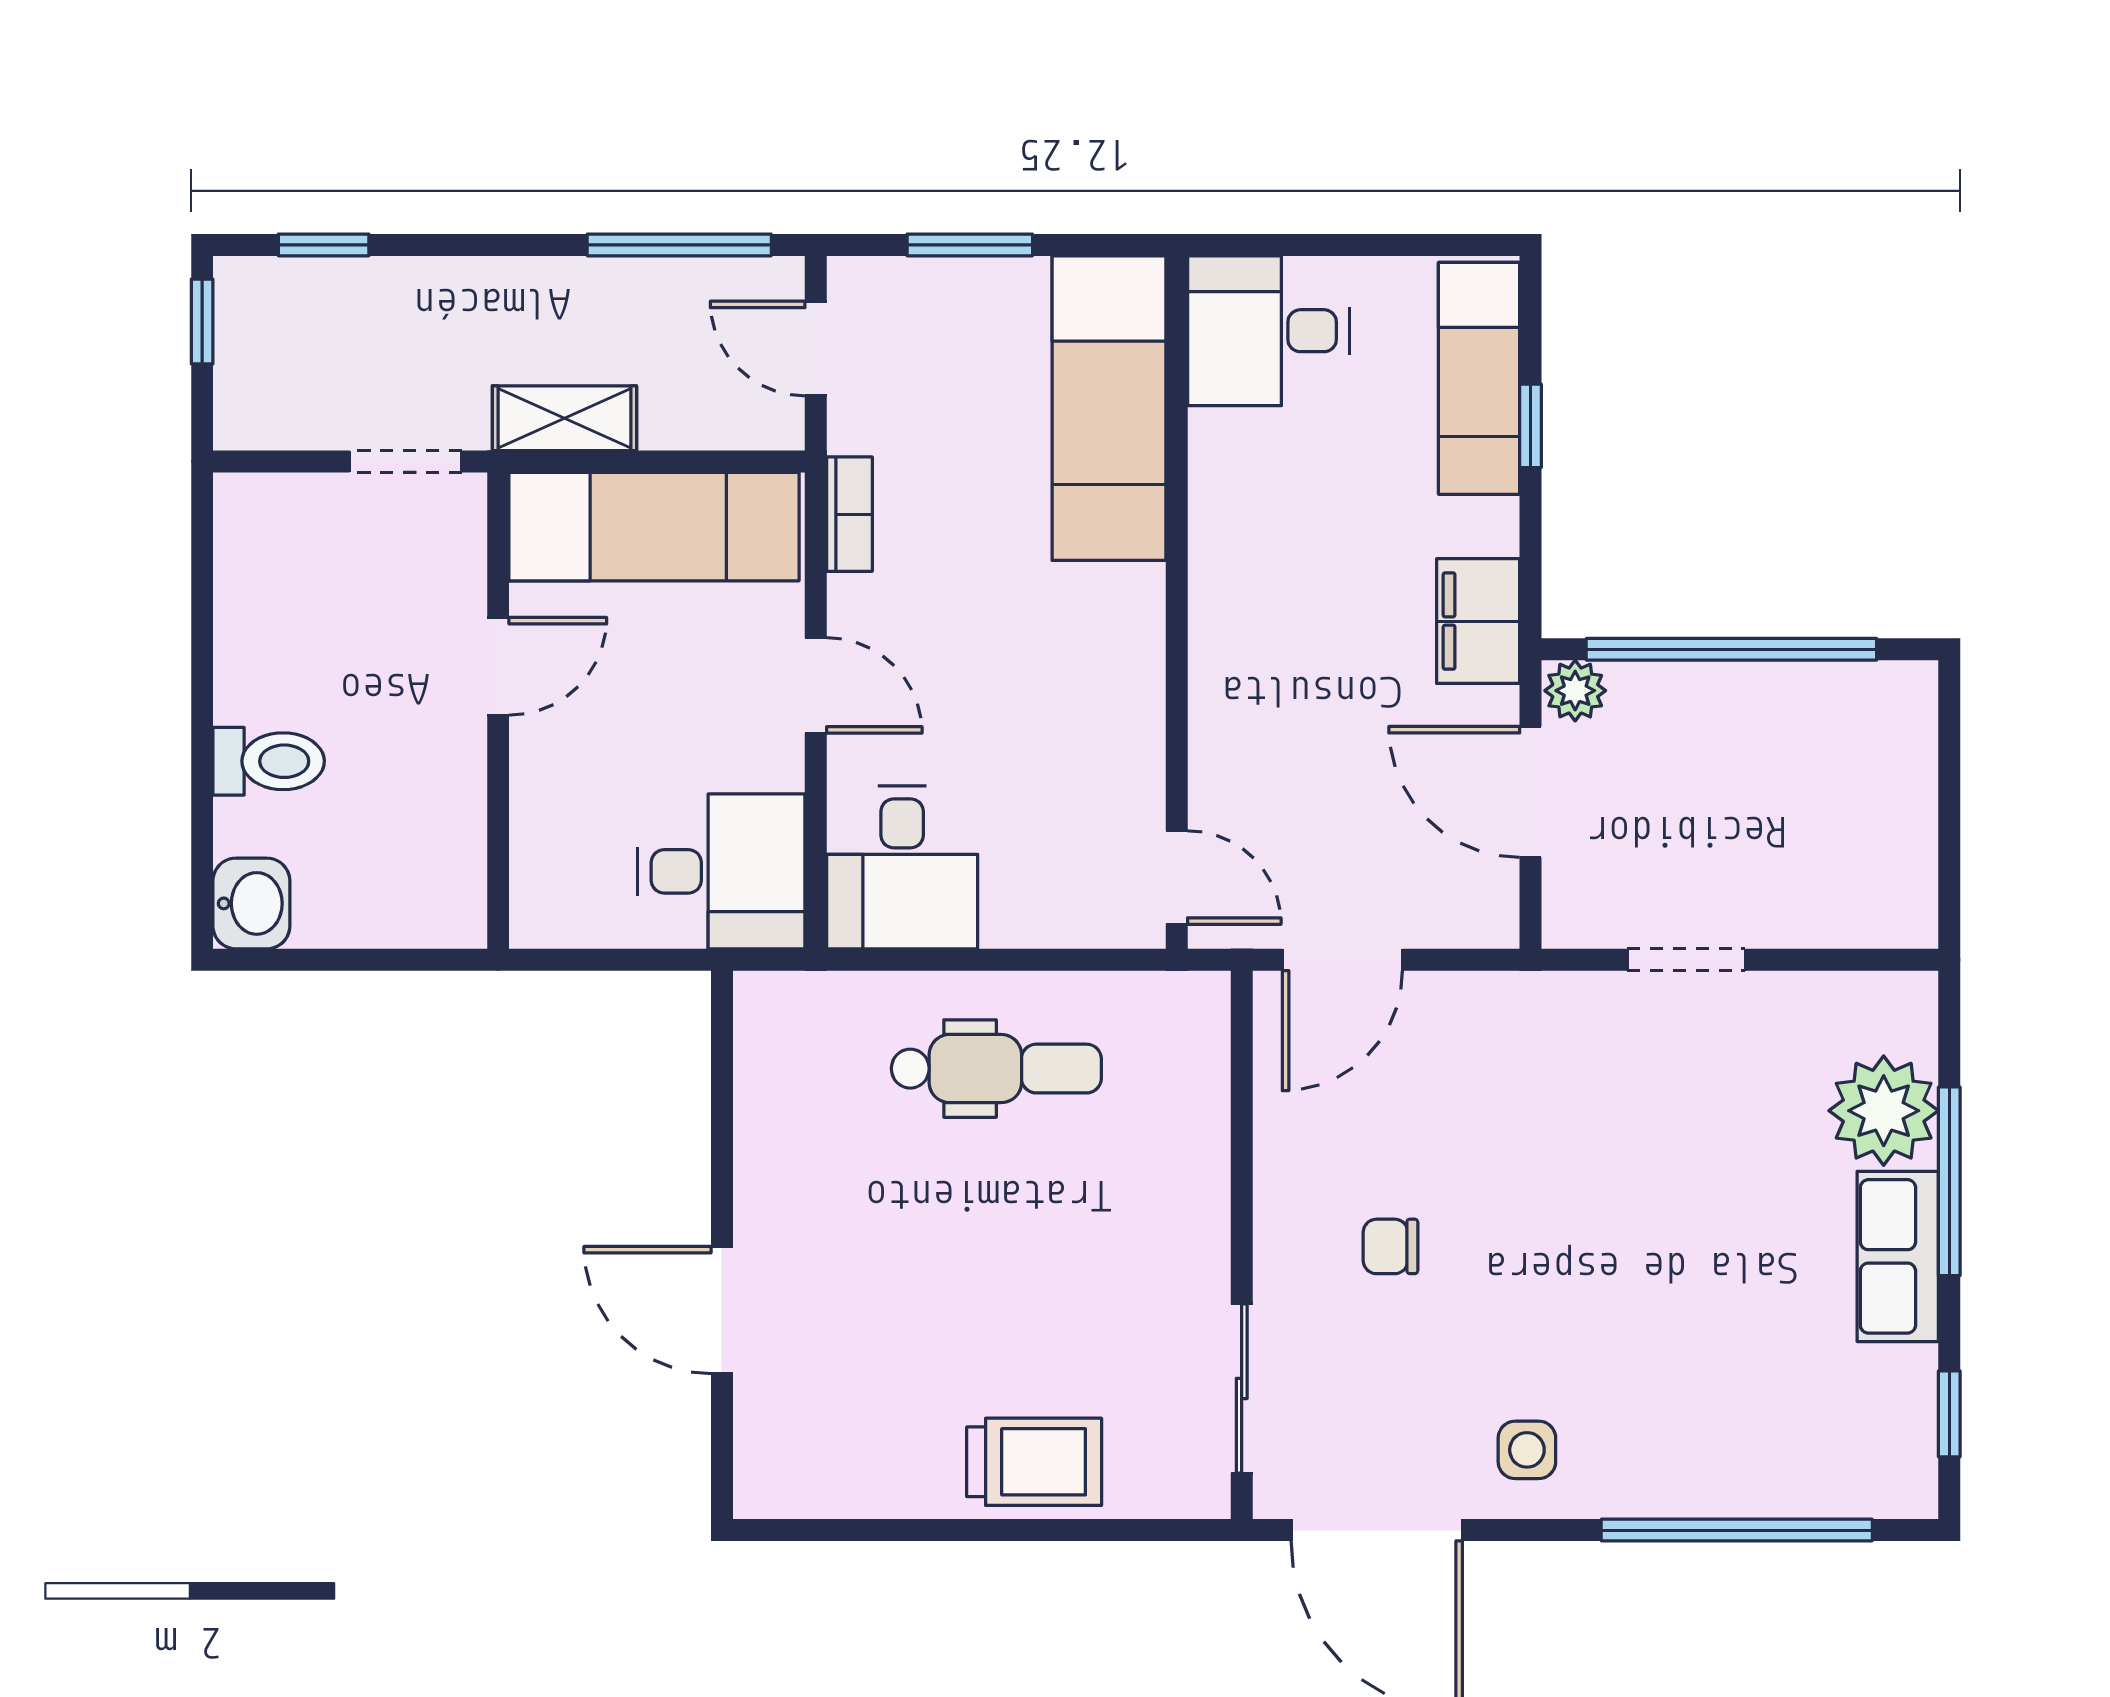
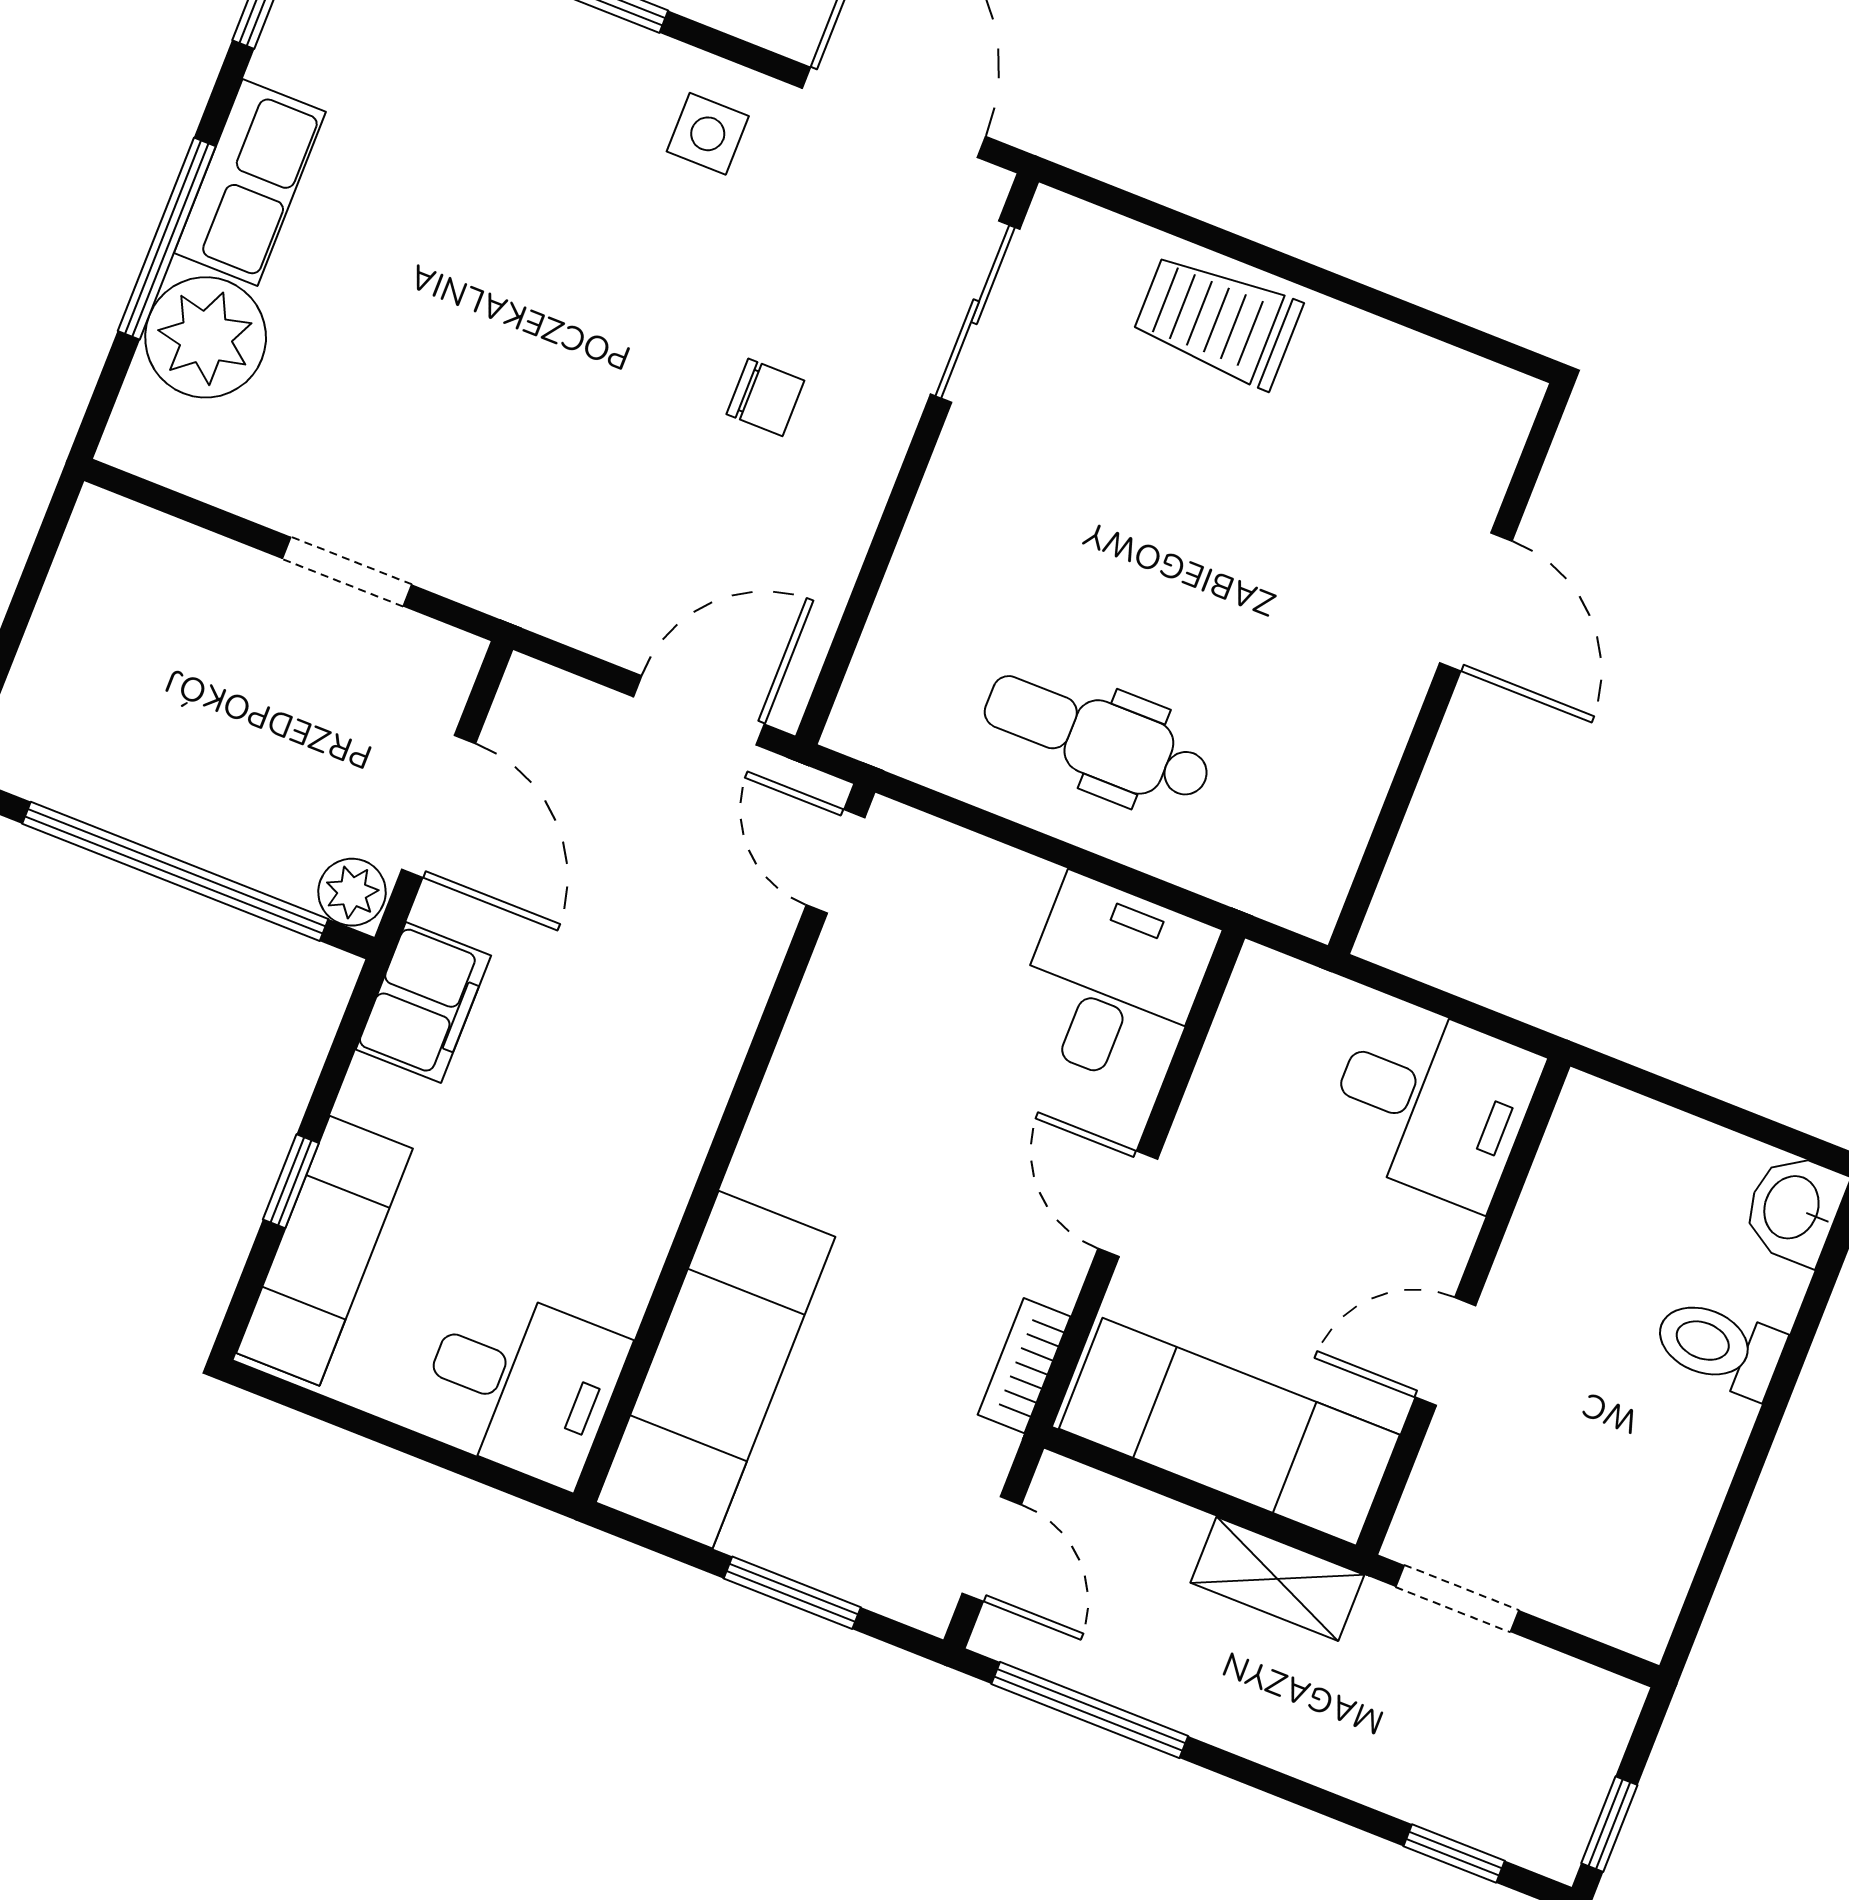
desk: (721, 871) -> (1431, 1103), moved, turned 180

